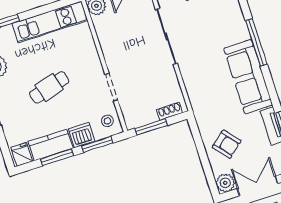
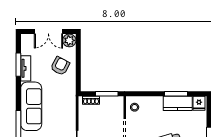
dishwasher: (82, 135) -> (155, 103), removed
window: (97, 144) -> (146, 94), removed
armchair: (227, 144) -> (60, 66), turned 68

